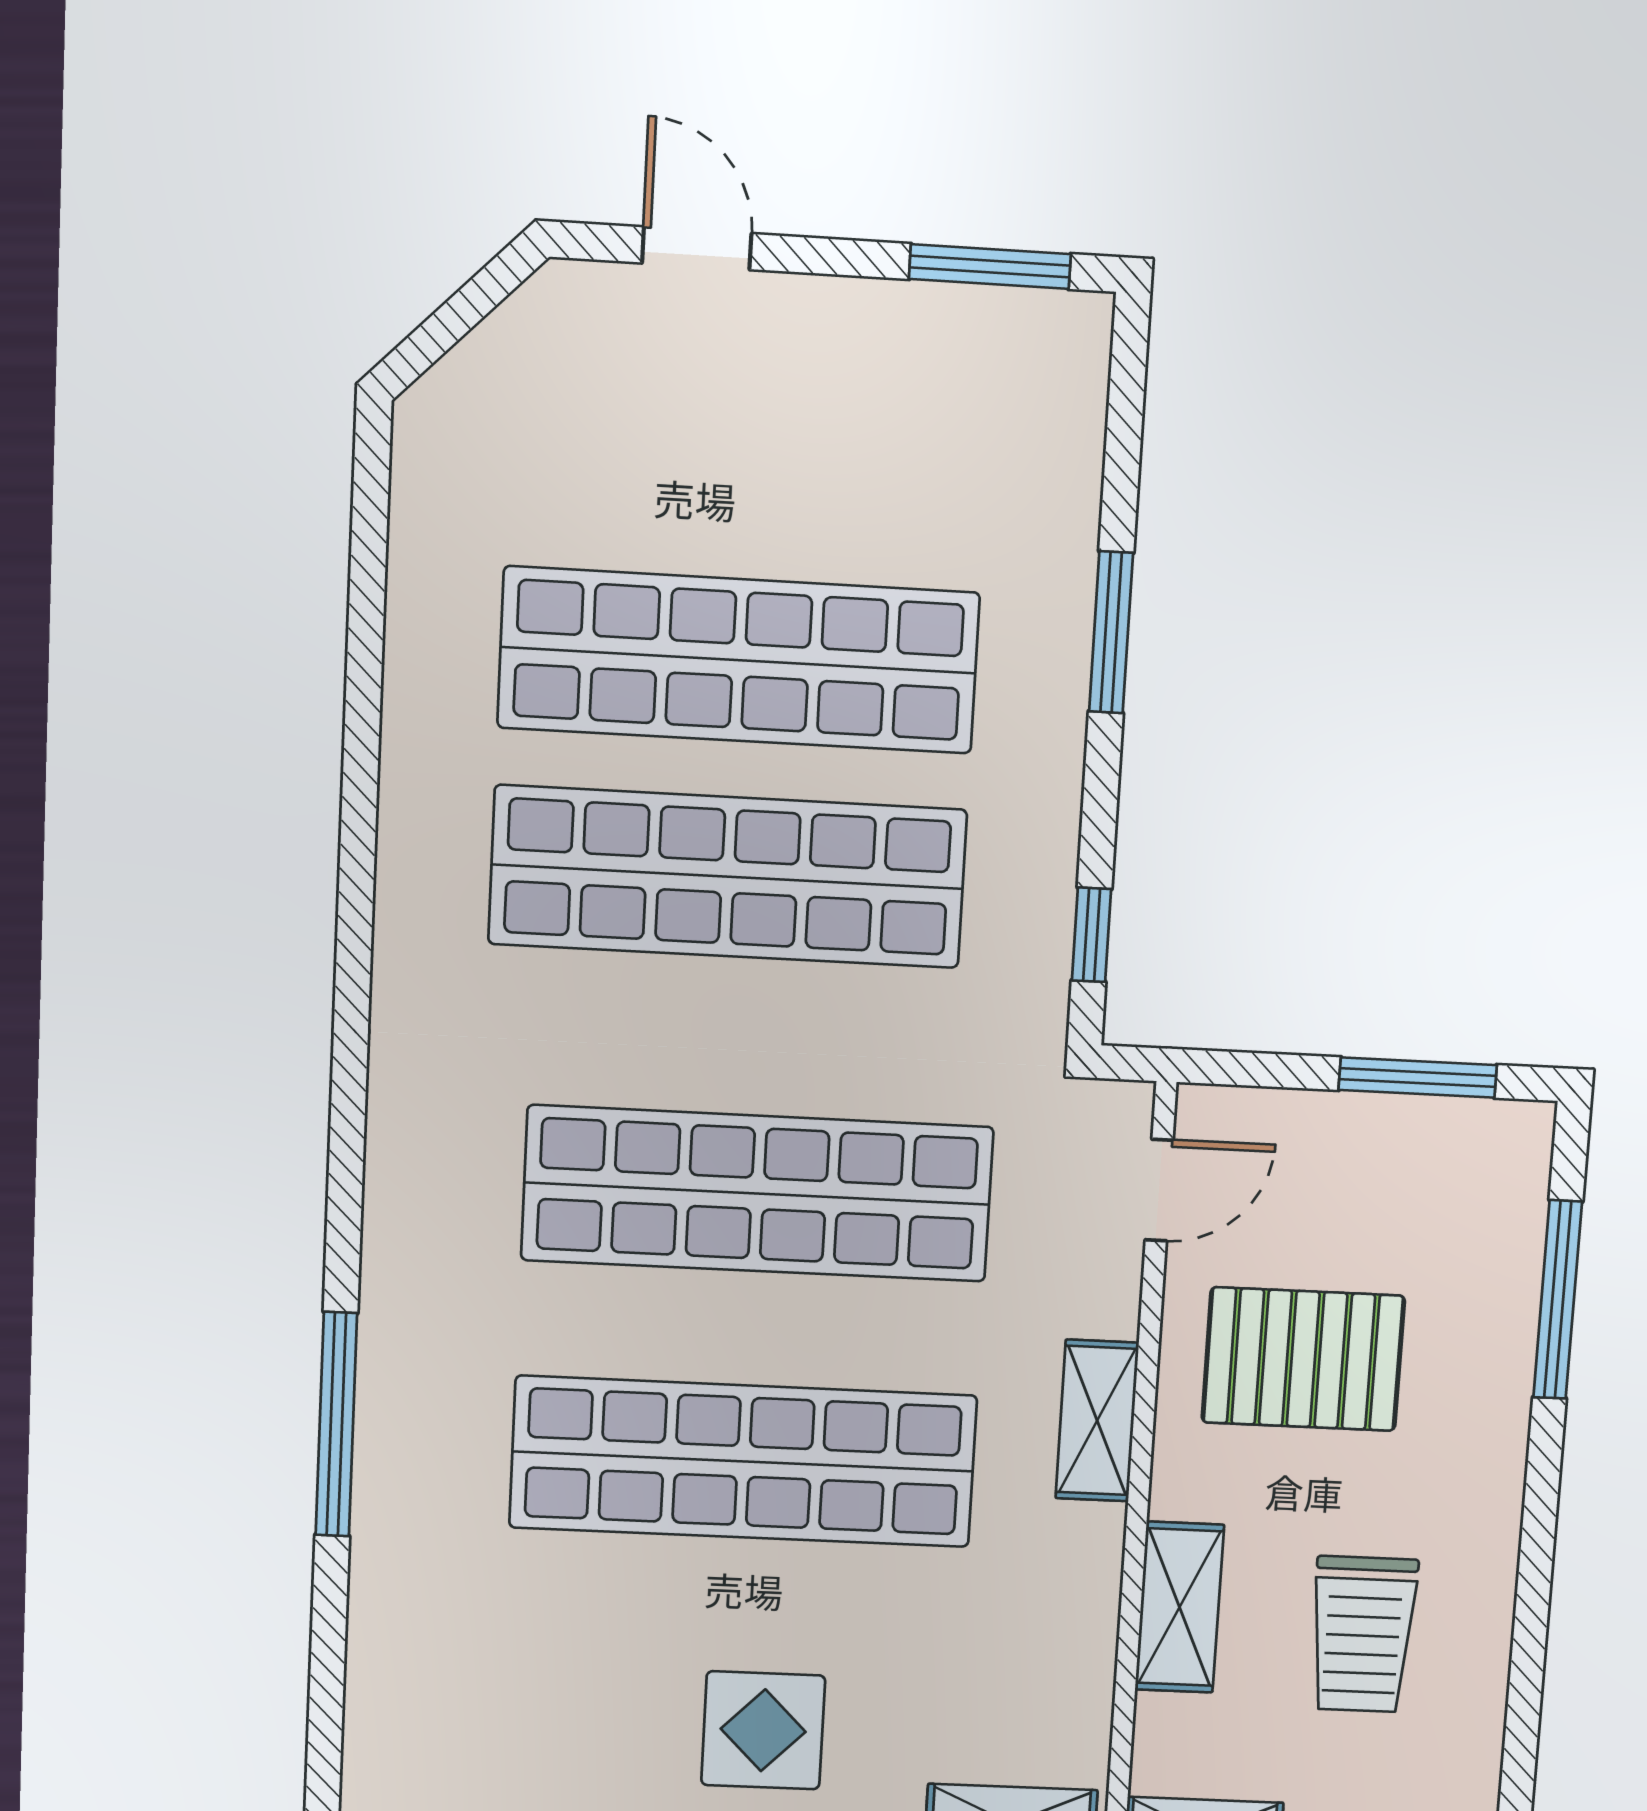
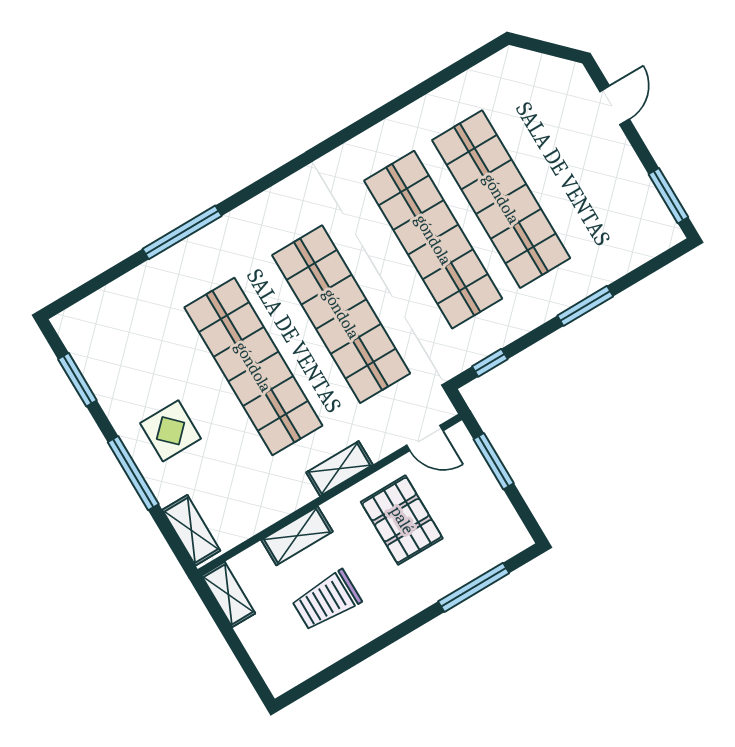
window: (1418, 1078) -> (494, 461), moved

